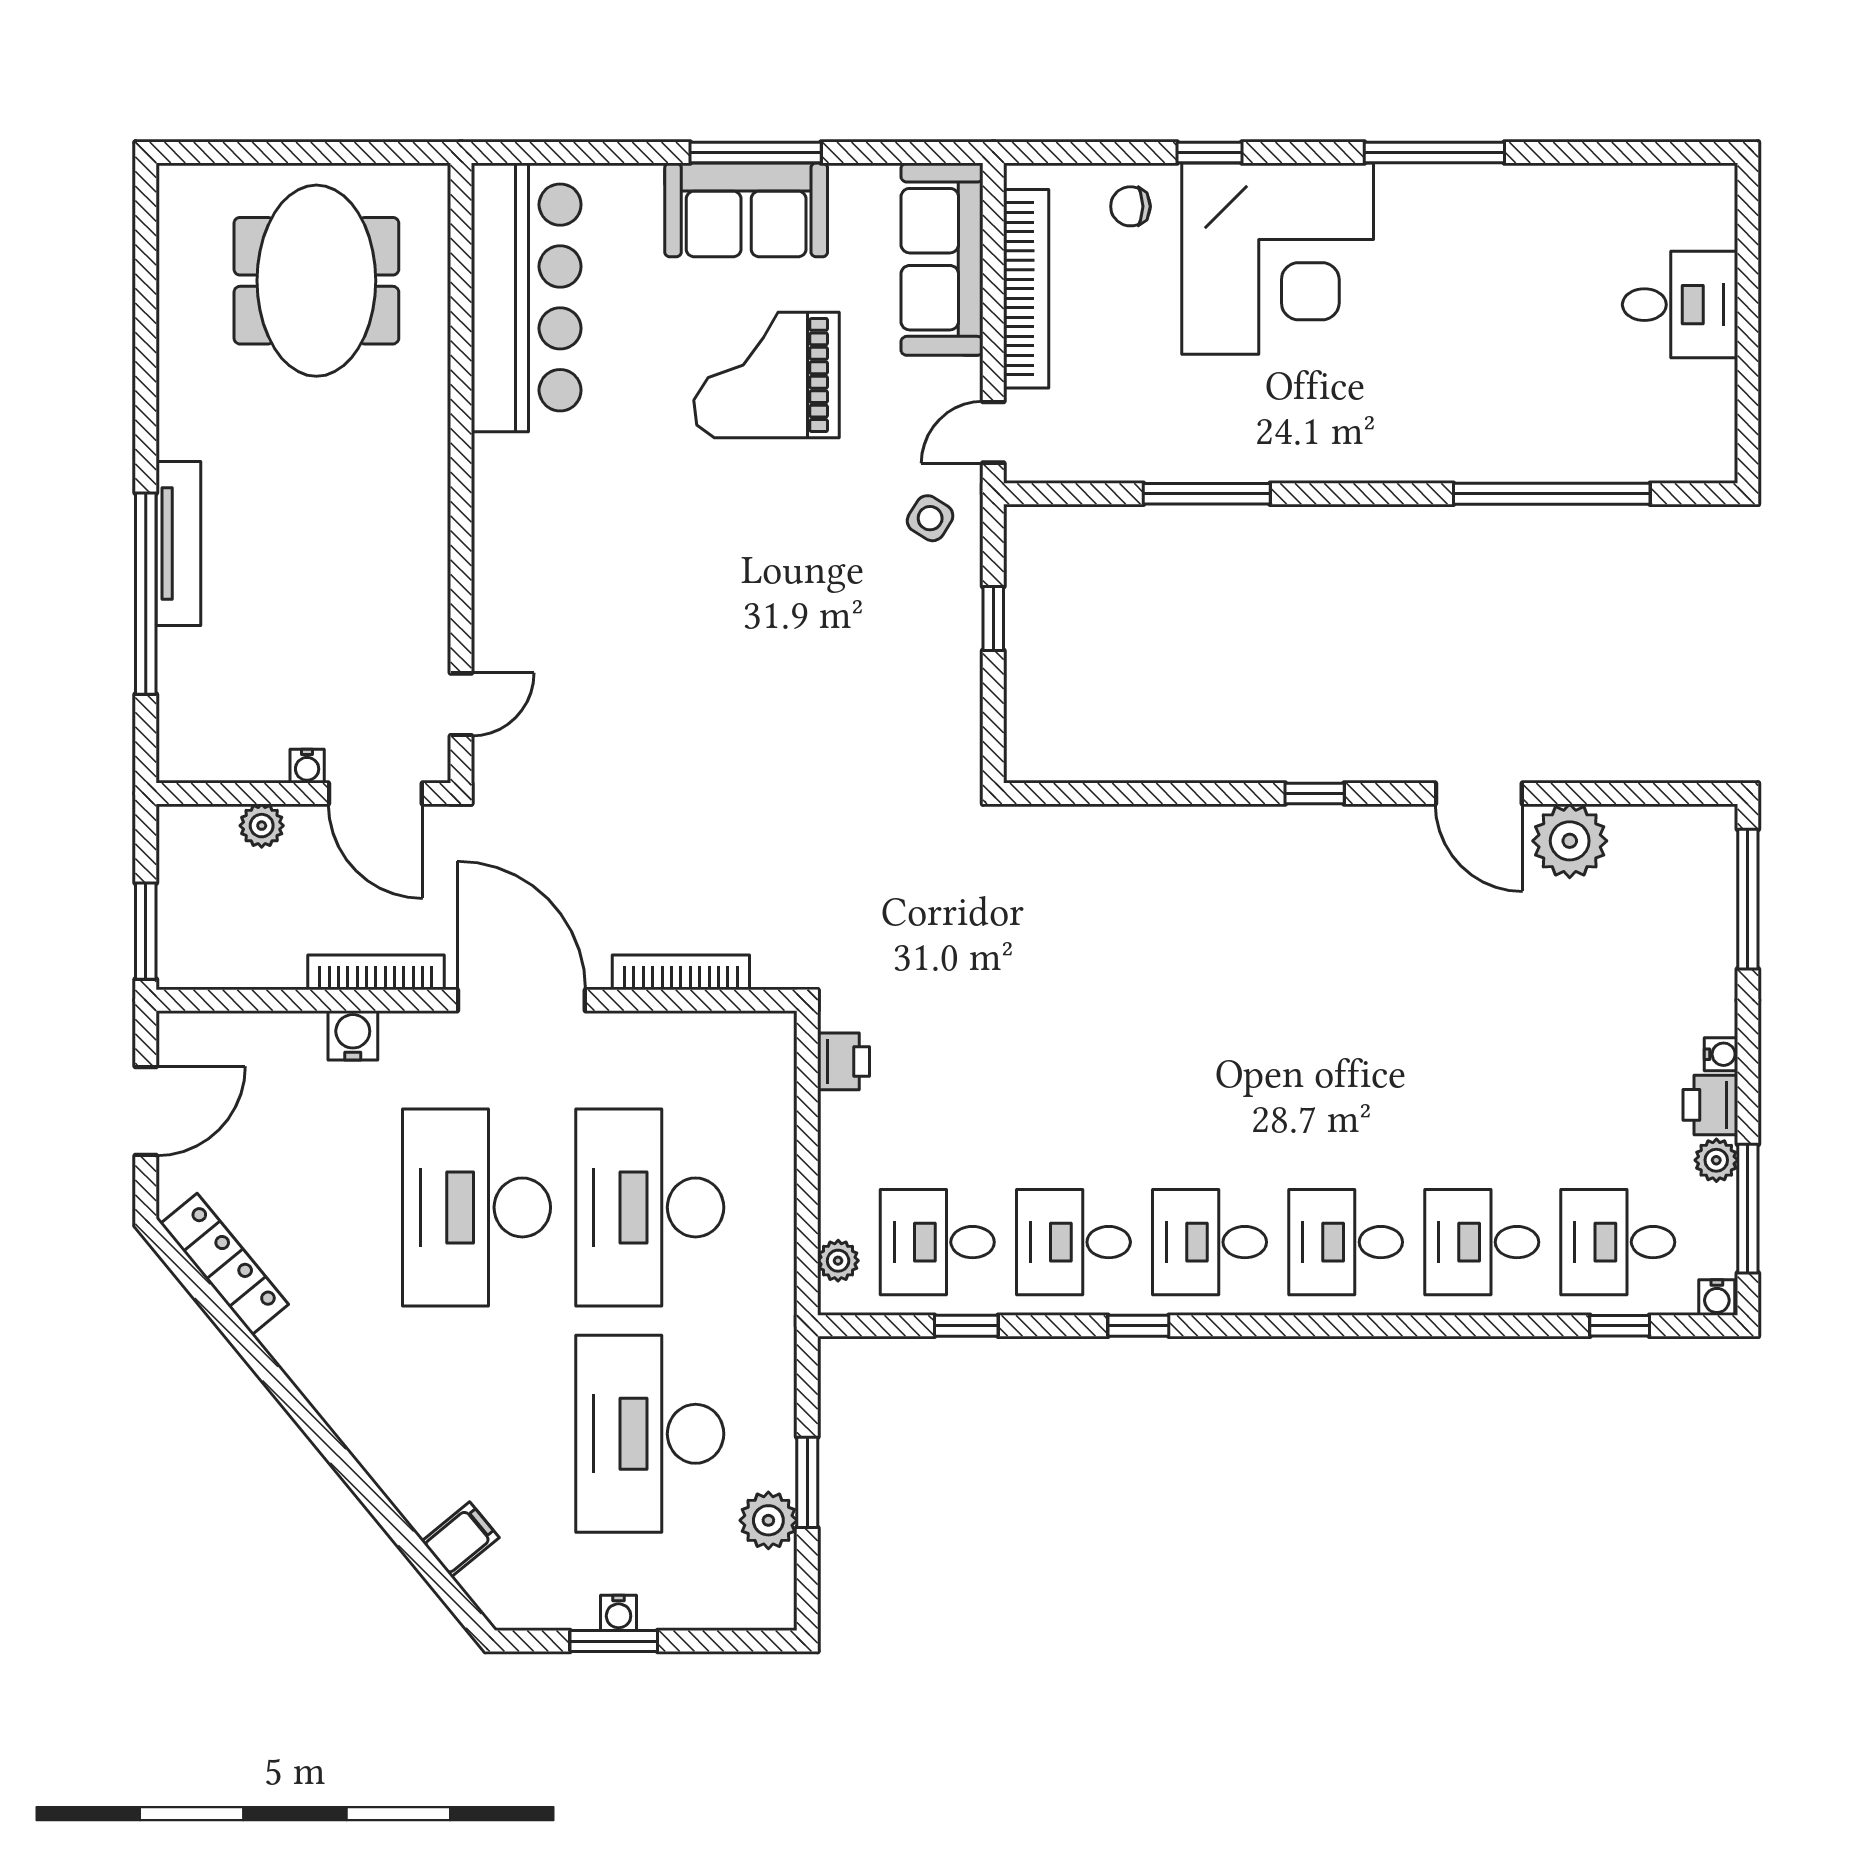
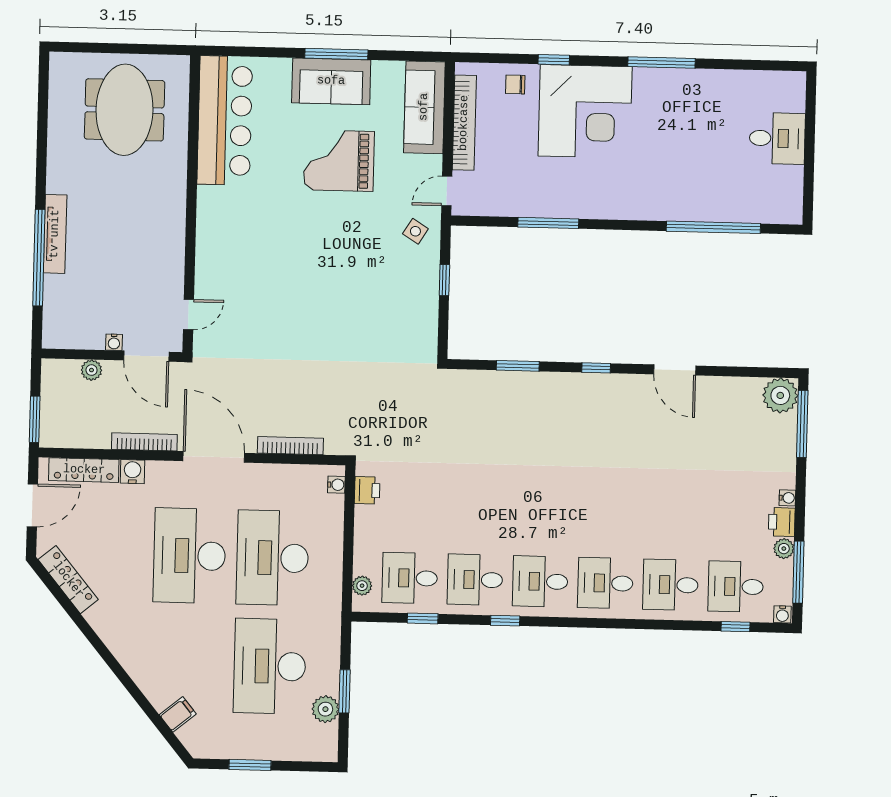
window: (1151, 793) -> (518, 366), added
plant: (1570, 841) -> (780, 395), moved
locker: (251, 1035) -> (84, 470), added
water cooler: (619, 1613) -> (336, 485), moved, turned -90

